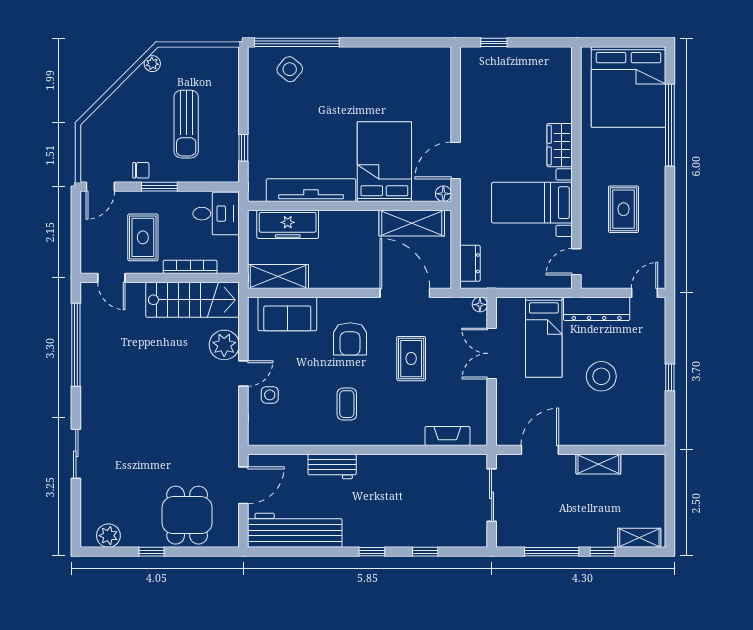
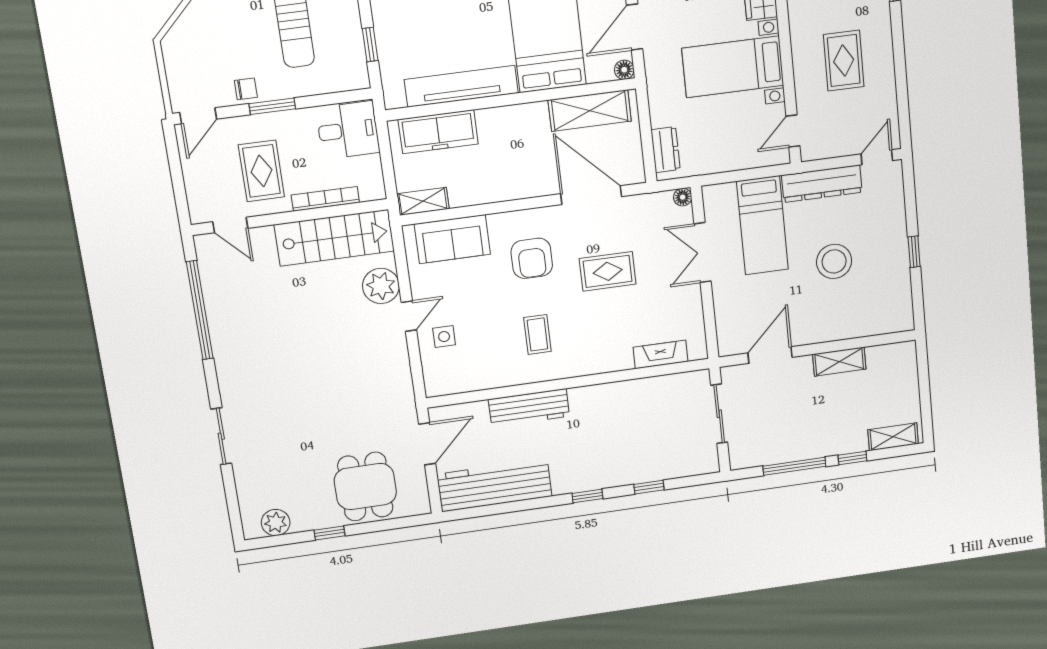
shelving: (278, 276) -> (423, 201), width x0.67, depth x0.75
rug: (411, 359) -> (608, 271), turned 90
workbench: (332, 466) -> (529, 408), width x1.38

